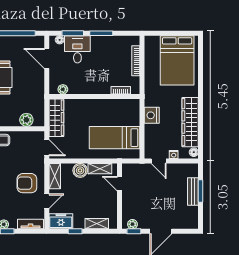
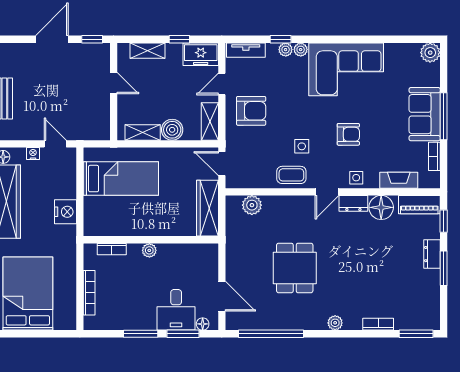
plant: (63, 89) -> (149, 250), moved
door: (119, 184) -> (114, 83), moved
plant: (132, 224) -> (94, 50), removed

